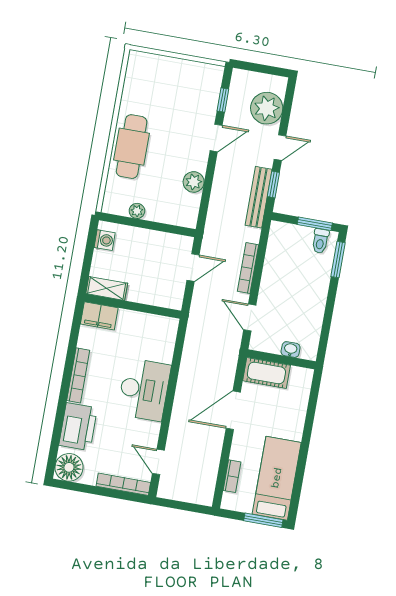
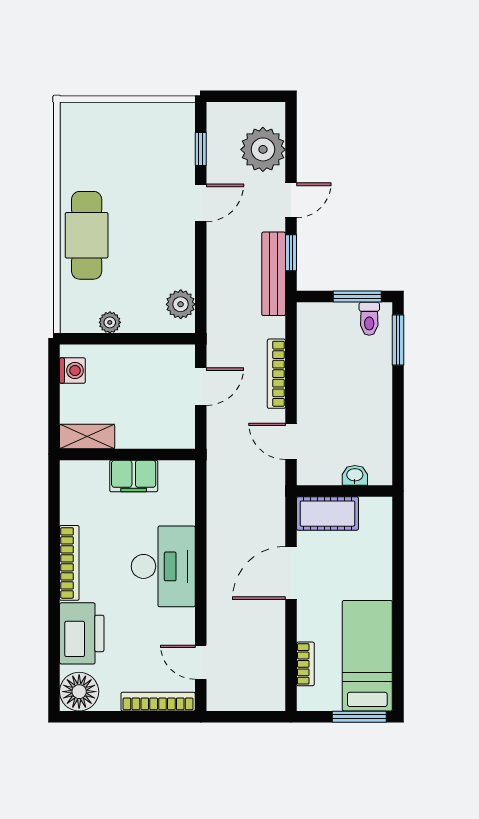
plant: (194, 182) -> (181, 304), moved
filing cabinet: (99, 316) -> (134, 476), moved

